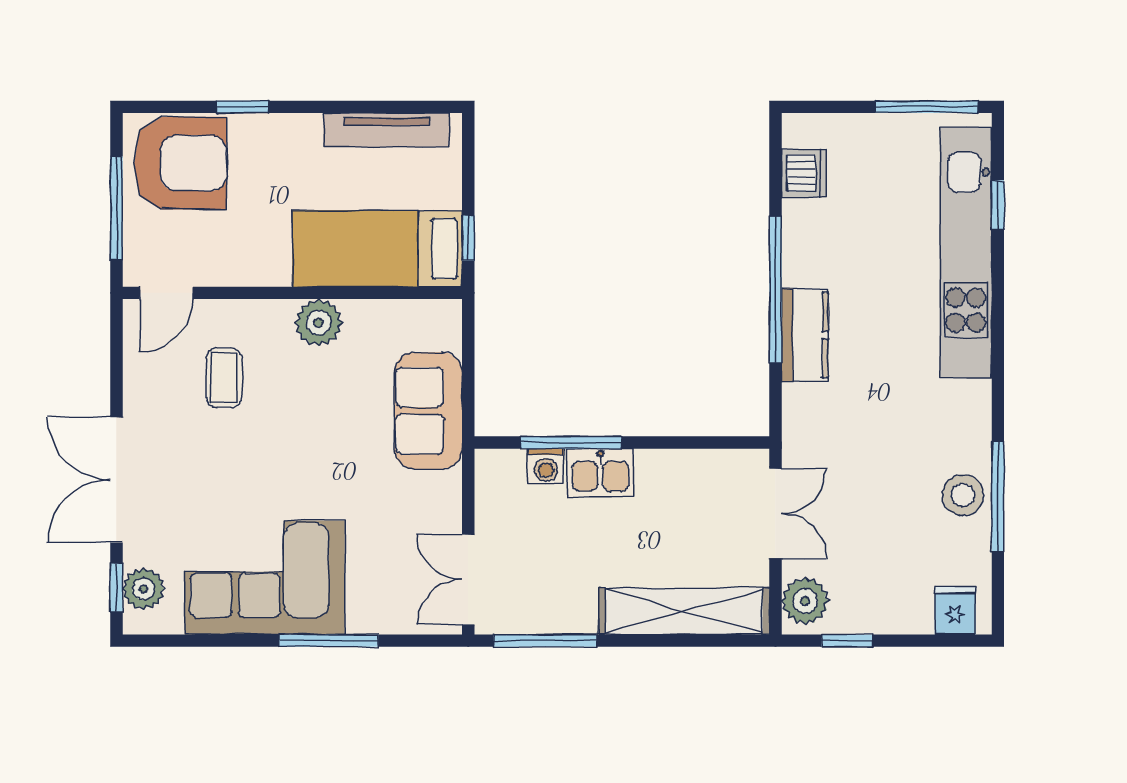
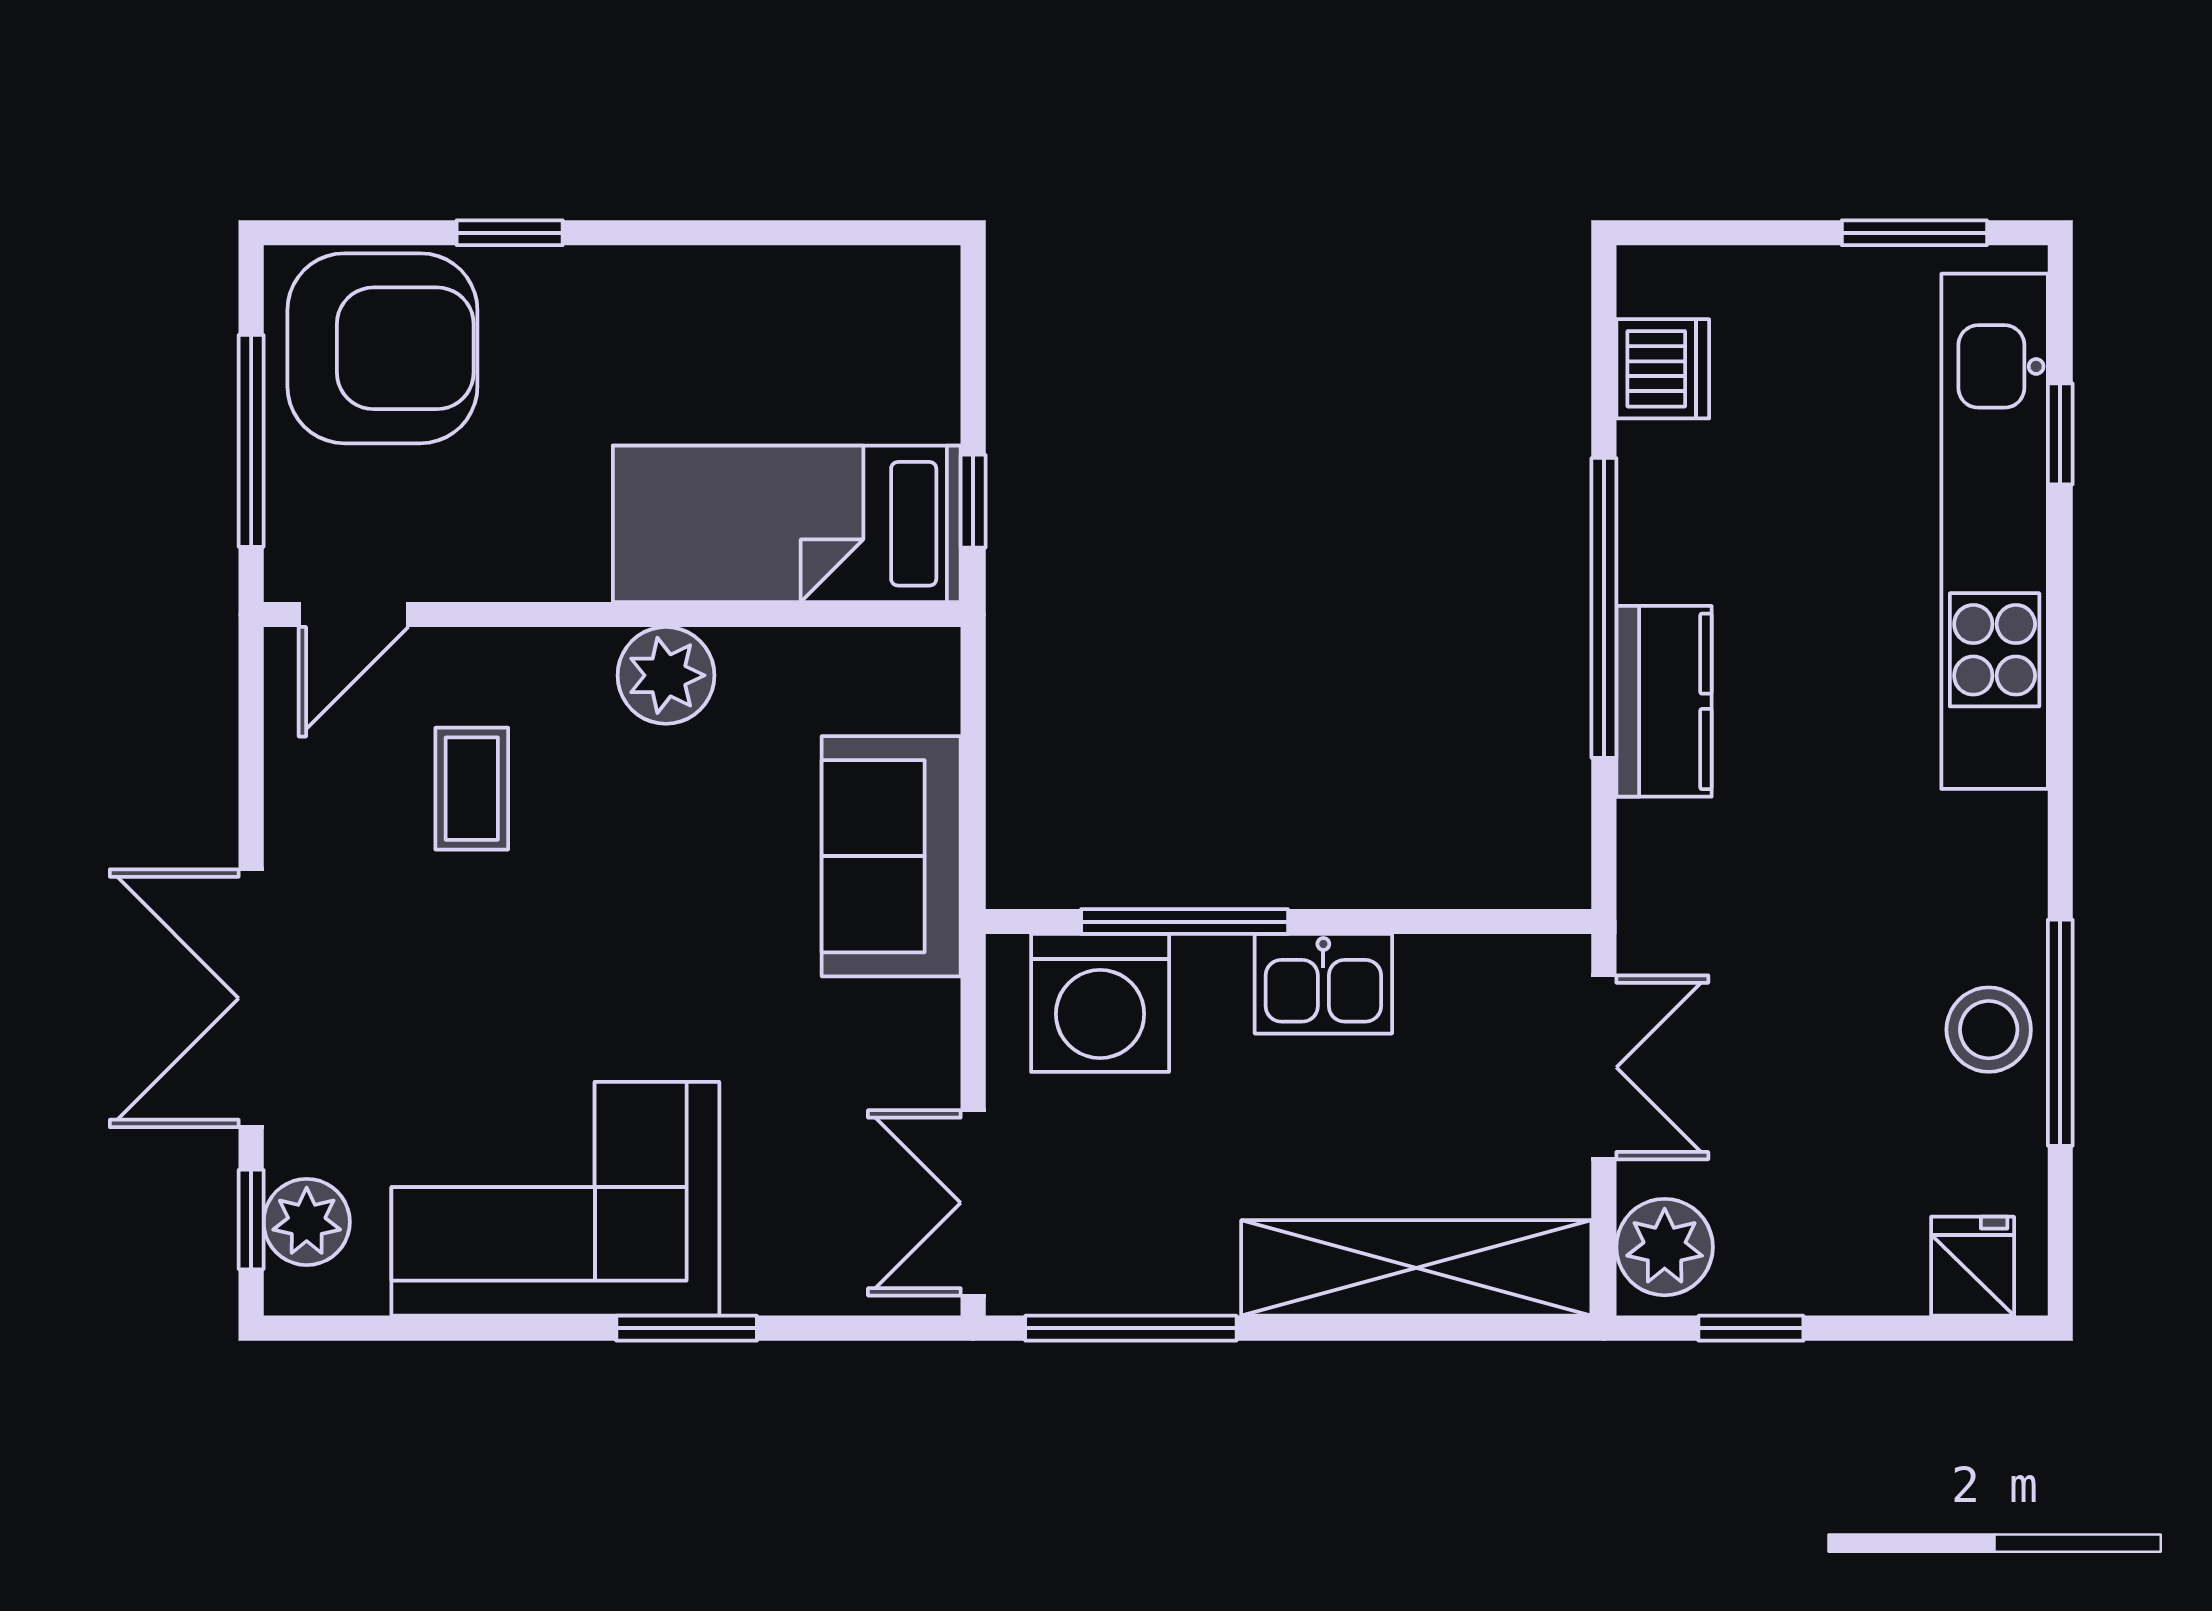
window: (927, 107) -> (1914, 233), width x0.69
tv unit: (386, 130) -> (805, 280), removed
washing machine: (546, 466) -> (1100, 1003), width x1.89, depth x1.89
kitchen sink: (600, 473) -> (1323, 984), moved
window: (329, 641) -> (687, 1328), width x0.69

